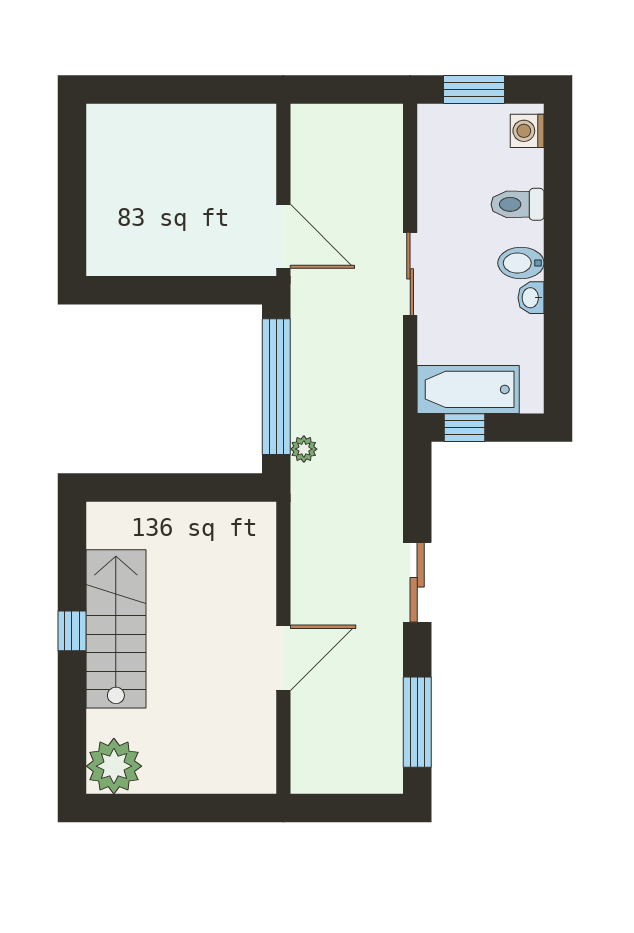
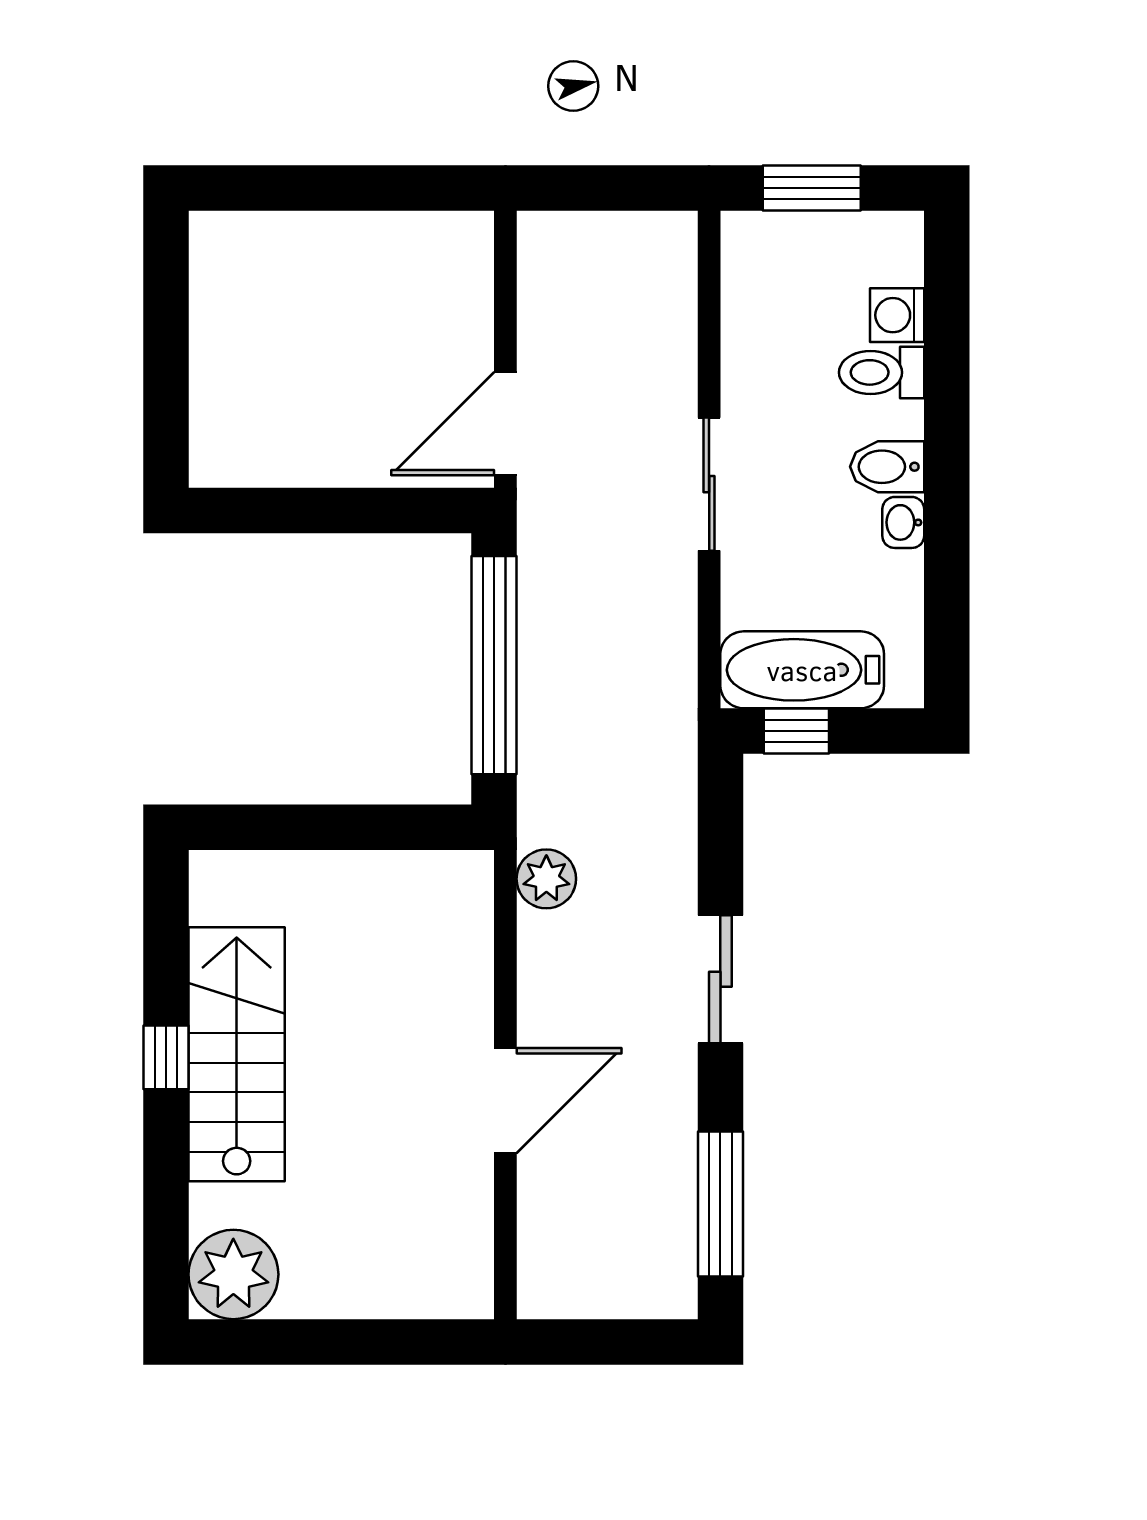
washing machine: (527, 131) -> (897, 315), moved
door: (283, 236) -> (505, 424), swing flipped
plant: (304, 449) -> (546, 879), moved, width x1.38, depth x1.38

